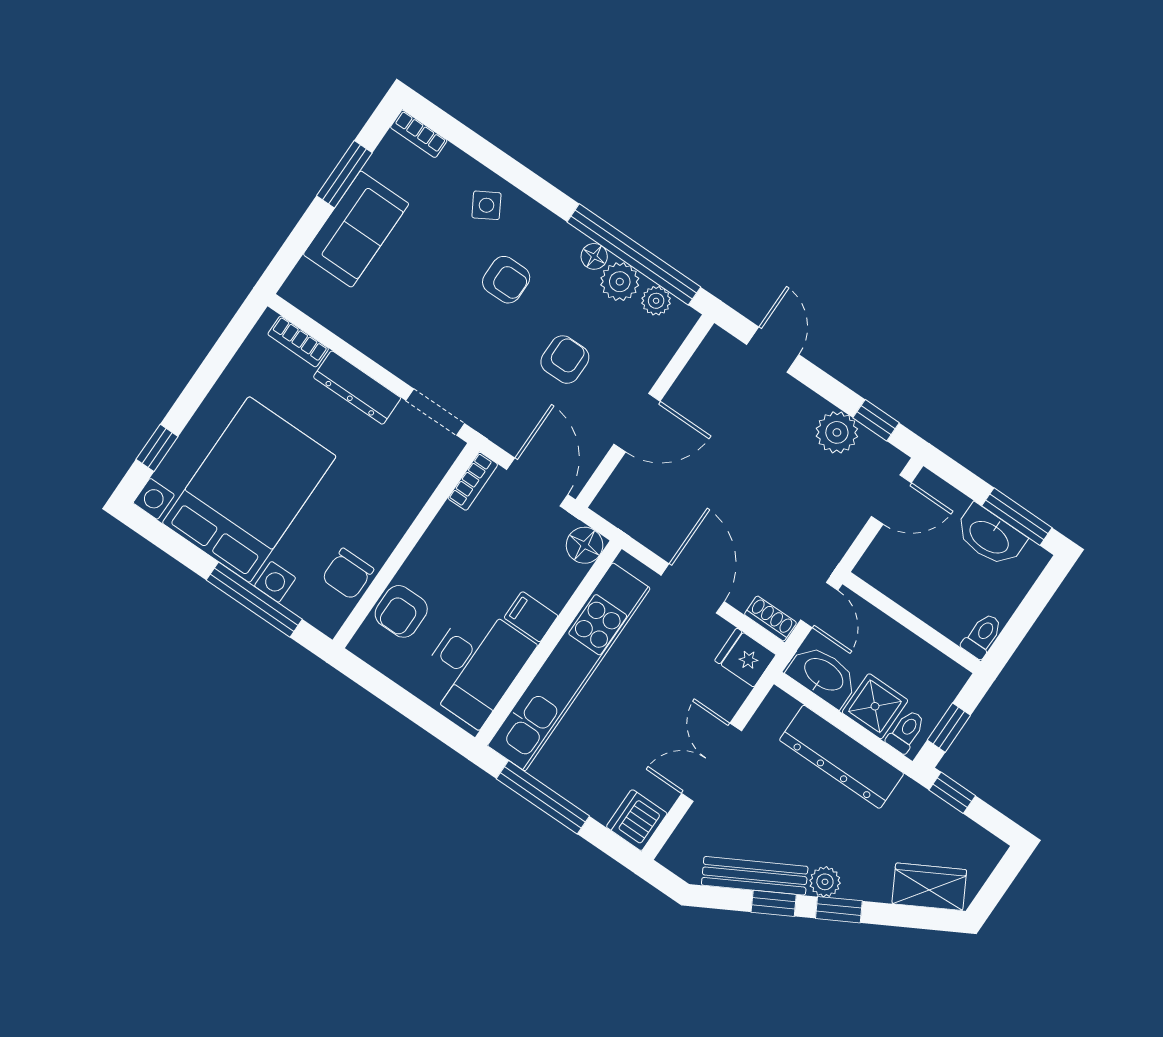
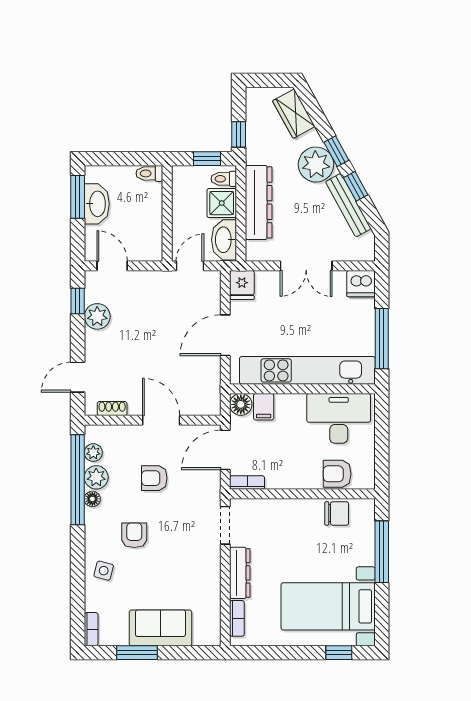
side table: (486, 205) -> (104, 571), turned 45
bed with nightstands: (249, 490) -> (328, 606), width x0.73
armchair: (401, 611) -> (337, 474), turned 180
filing cabinet: (531, 617) -> (264, 407), moved
shoe rack: (770, 618) -> (112, 409), moved, turned 90
plant: (825, 882) -> (316, 165), width x1.88, depth x1.88

